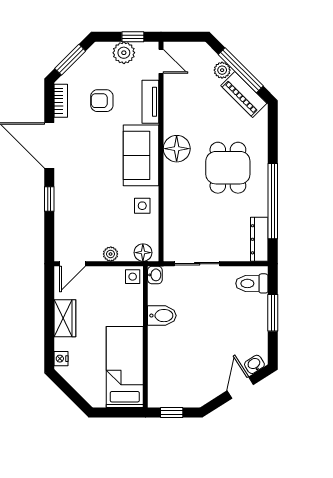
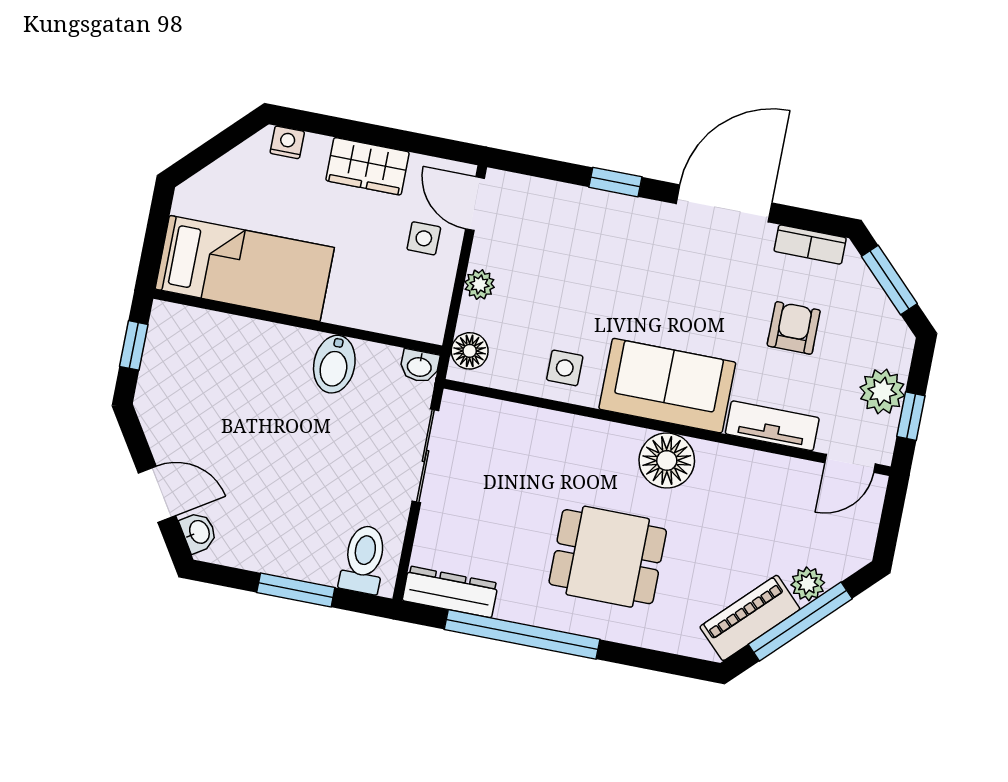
side table: (133, 277) -> (424, 238), moved

